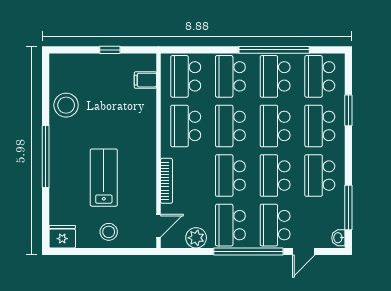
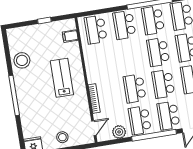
school desk: (186, 126) -> (101, 61), removed
school desk: (230, 126) -> (129, 57), removed
lab bench: (104, 178) -> (62, 78), moved

